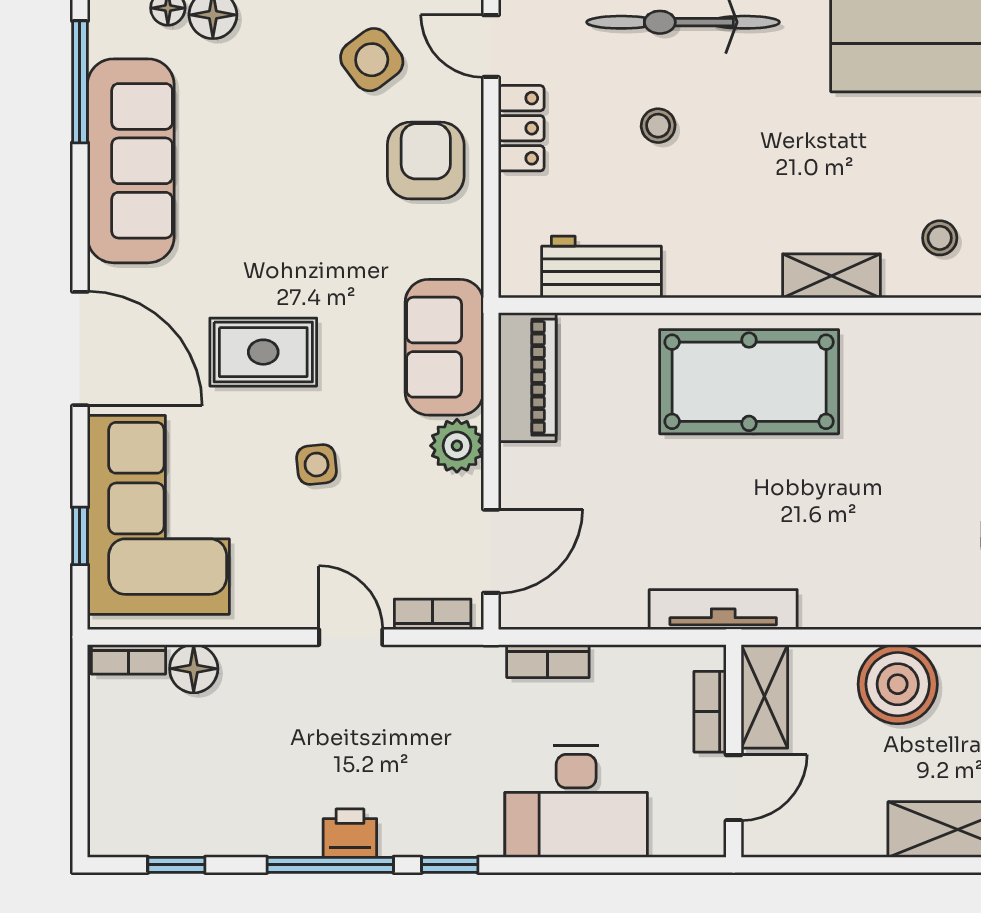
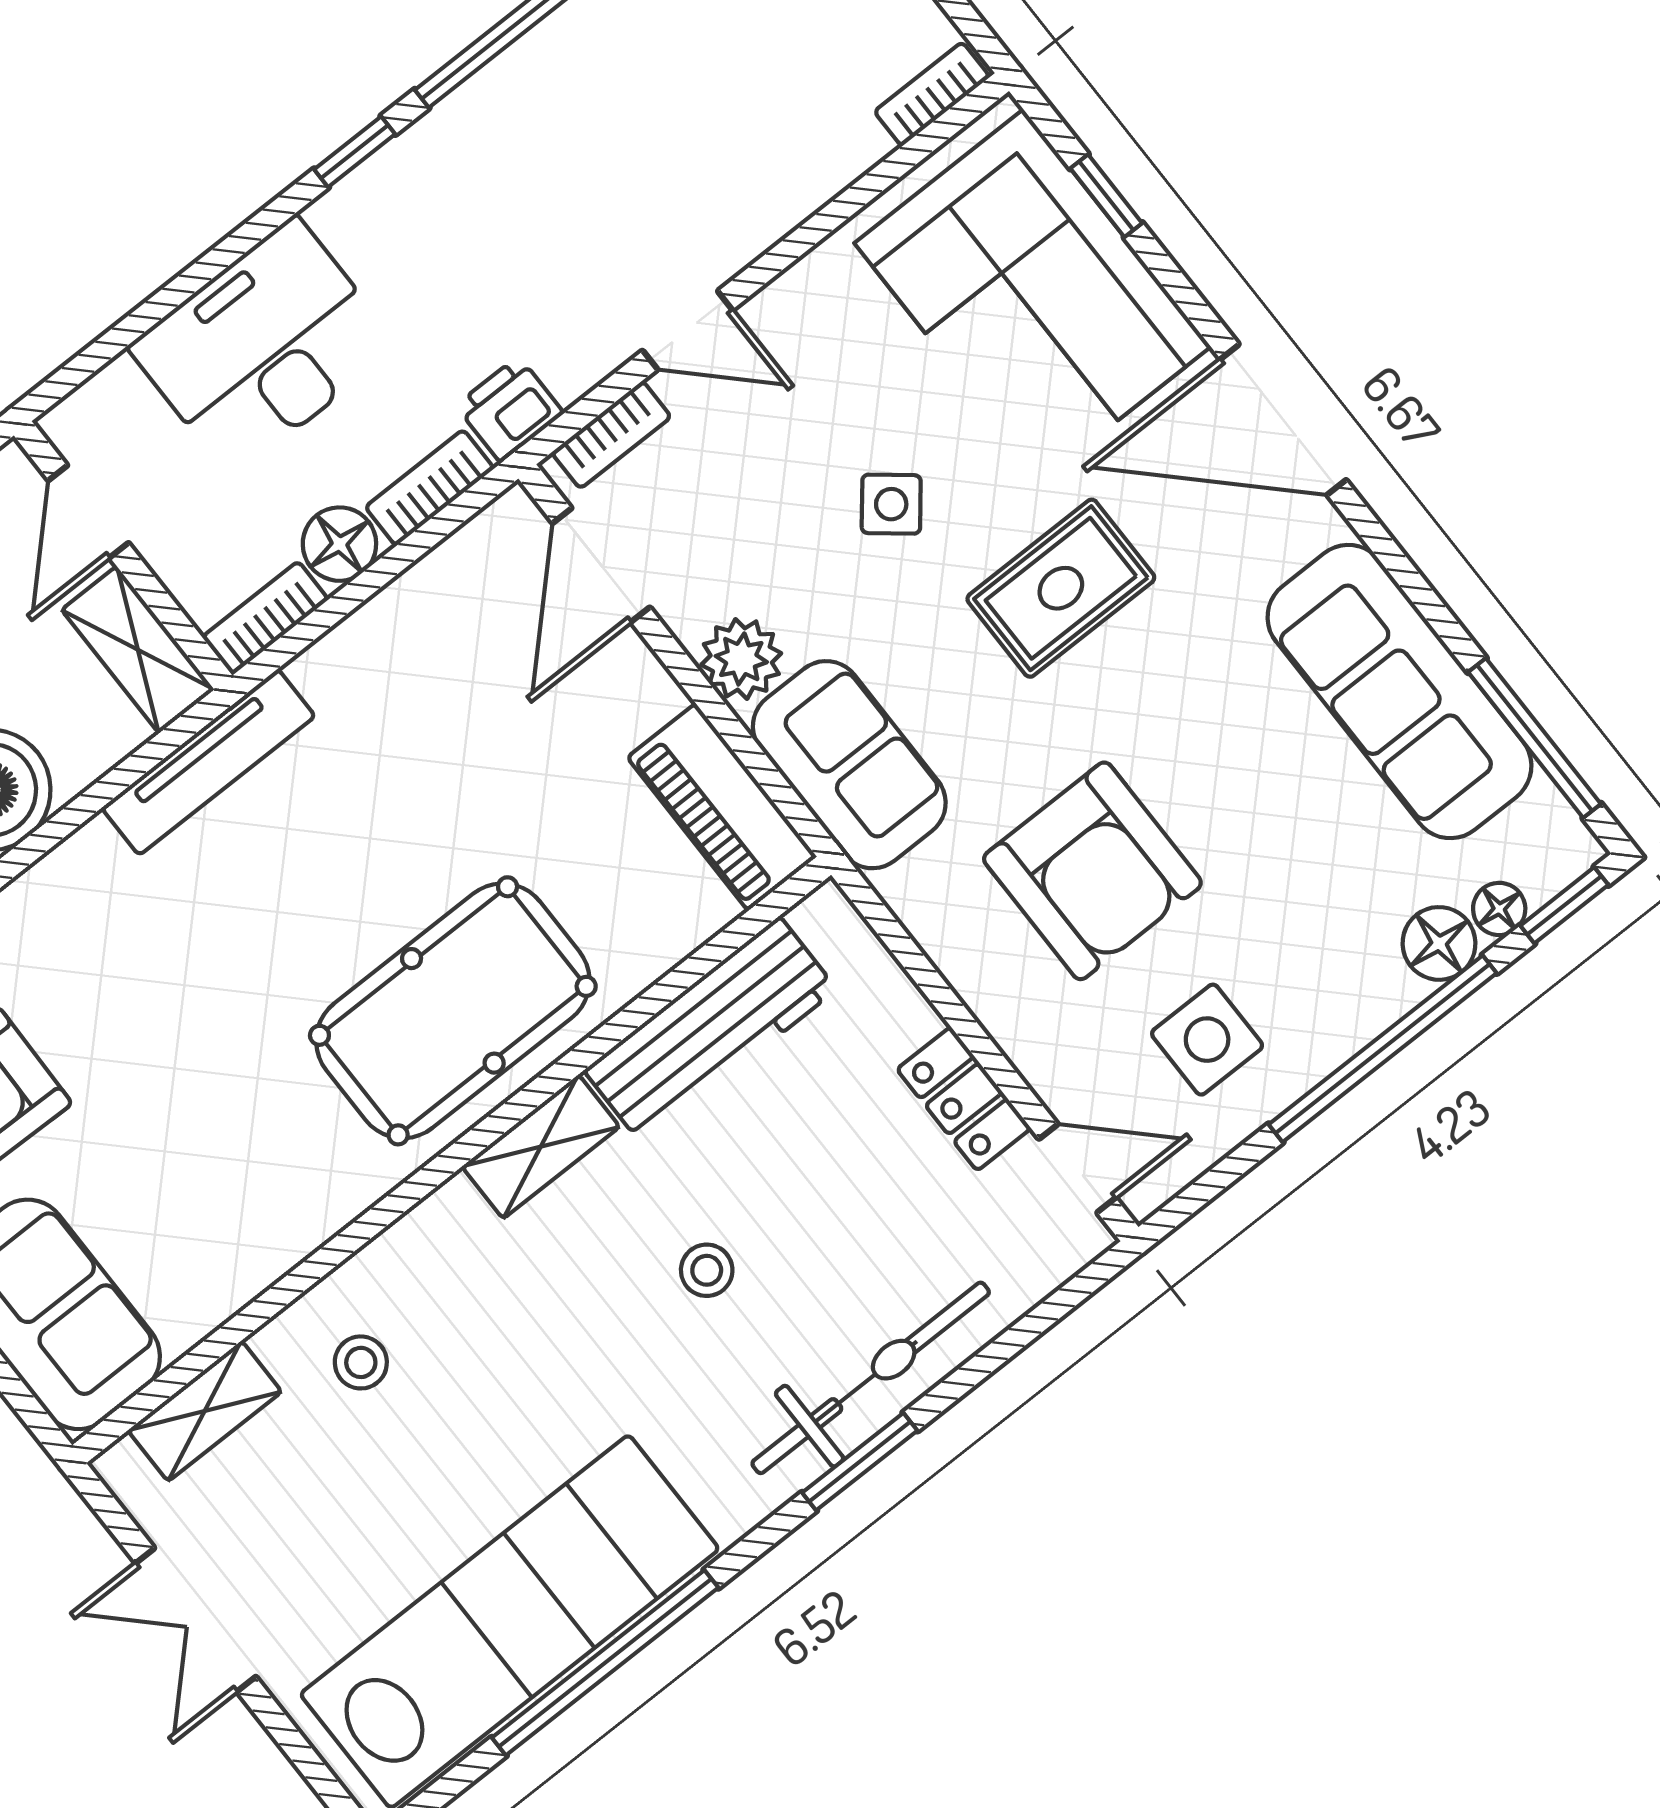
side table: (372, 60) -> (1207, 1040), turned 37
stool: (658, 126) -> (707, 1270), moved
armchair: (426, 161) -> (1092, 871), moved, width x1.36, depth x1.36
workbench: (602, 267) -> (710, 1030), width x1.37
shelving: (832, 276) -> (541, 1147), moved
side table: (317, 465) -> (891, 504), turned 45
tv unit: (723, 610) -> (208, 762), moved
floor lamp: (194, 669) -> (339, 544), moved
bookcase: (710, 712) -> (265, 618), moved, turned -90
printer: (350, 833) -> (510, 409), moved, turned 180

